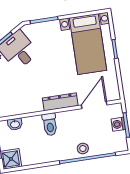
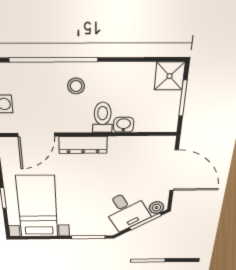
washbasin: (15, 124) -> (124, 125), moved
stool: (83, 149) -> (76, 86), moved

